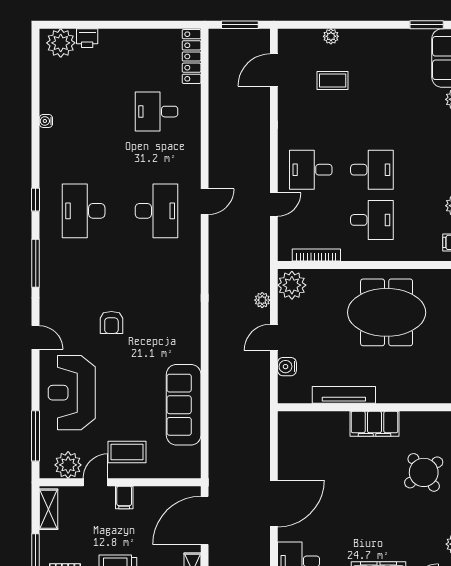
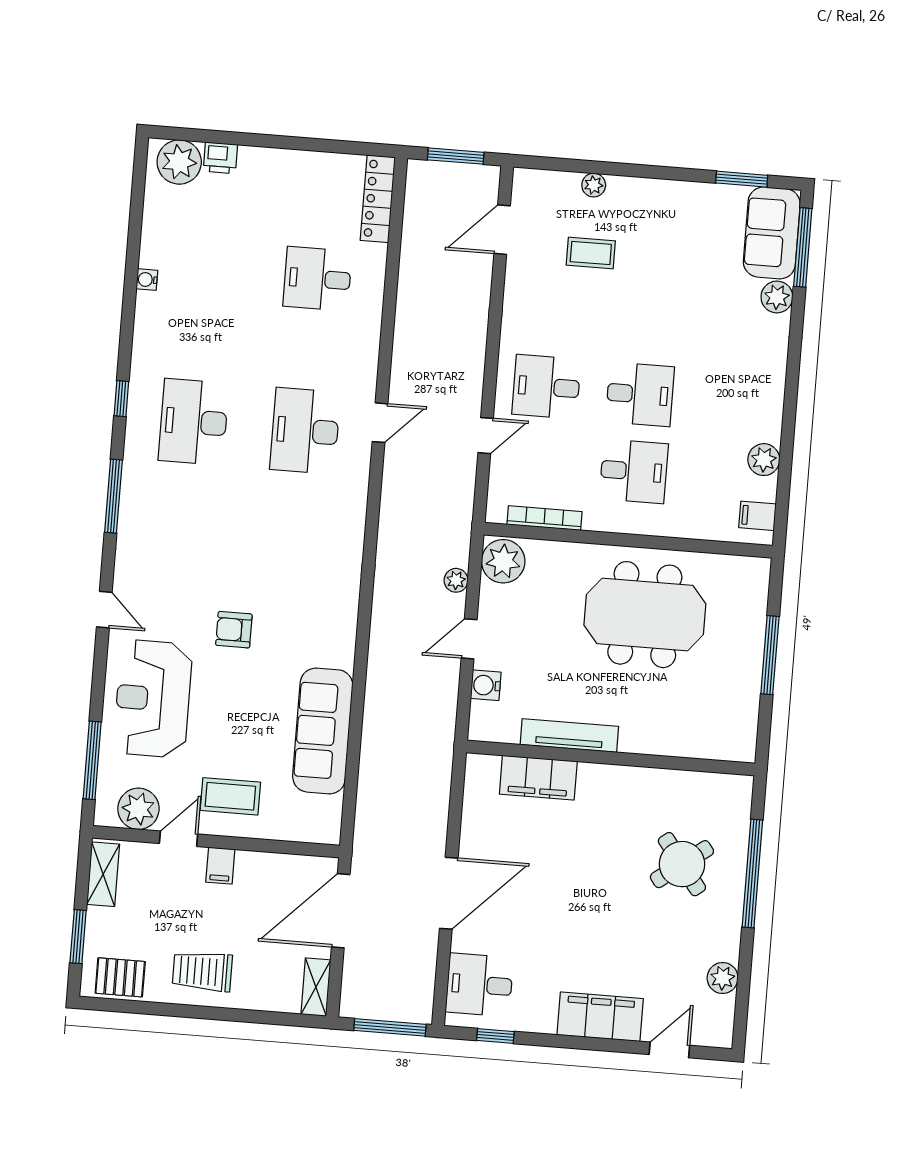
desk: (157, 211) -> (305, 431), turned 180
armchair: (111, 322) -> (234, 630), moved, turned 90
filing cabinet: (374, 424) -> (538, 778), moved

